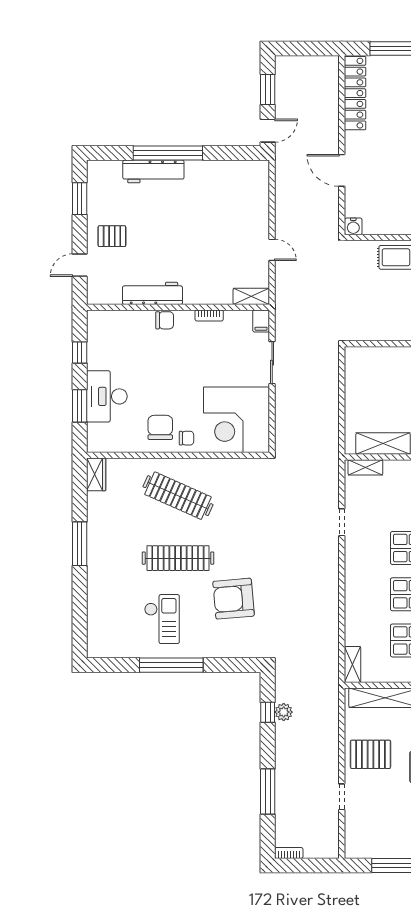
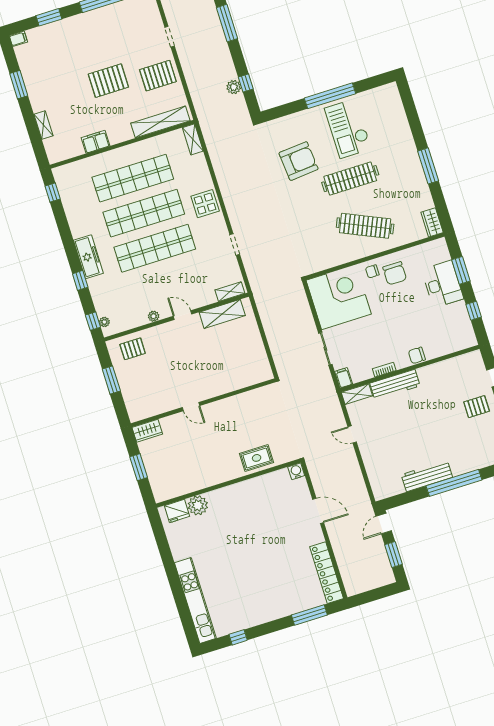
workbench: (153, 171) -> (427, 476), moved
workbench: (152, 293) -> (395, 385), moved
display table: (362, 583) -> (205, 204), added
checkout: (162, 619) -> (348, 129), width x1.36, depth x1.21

